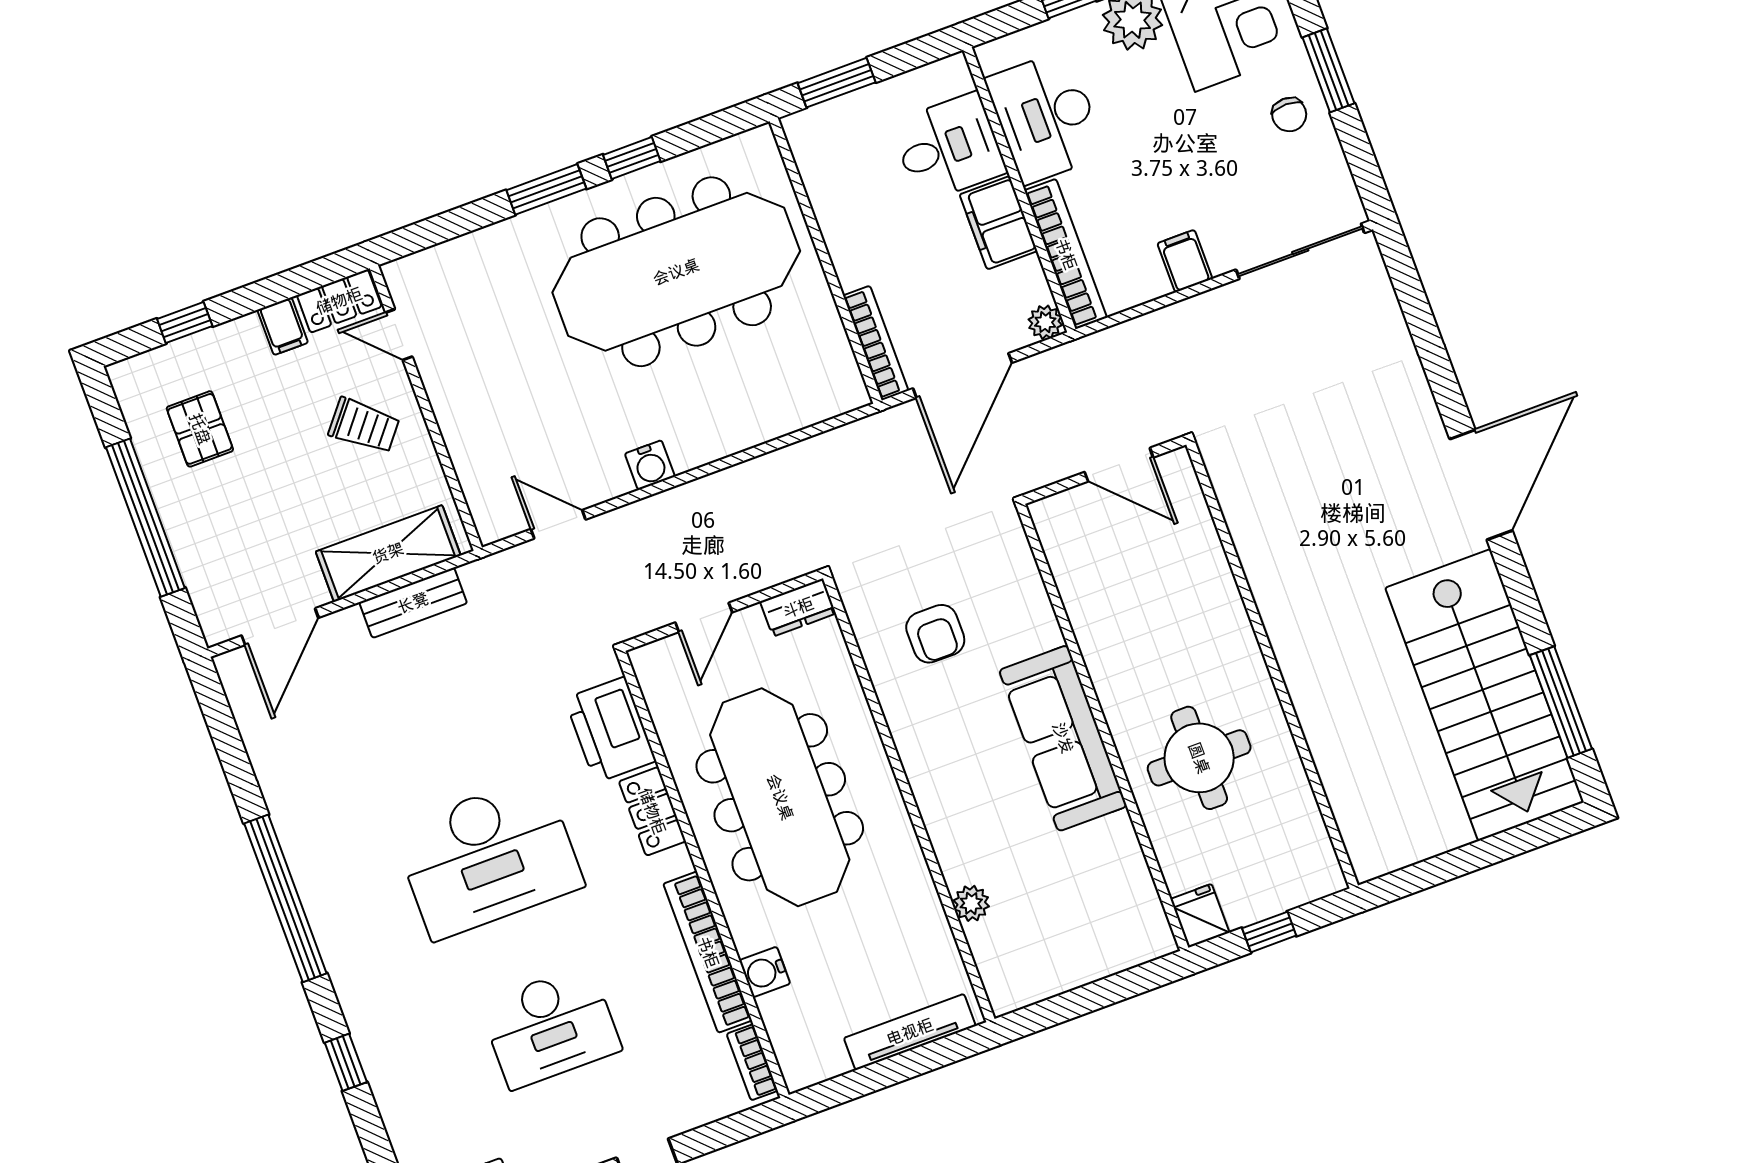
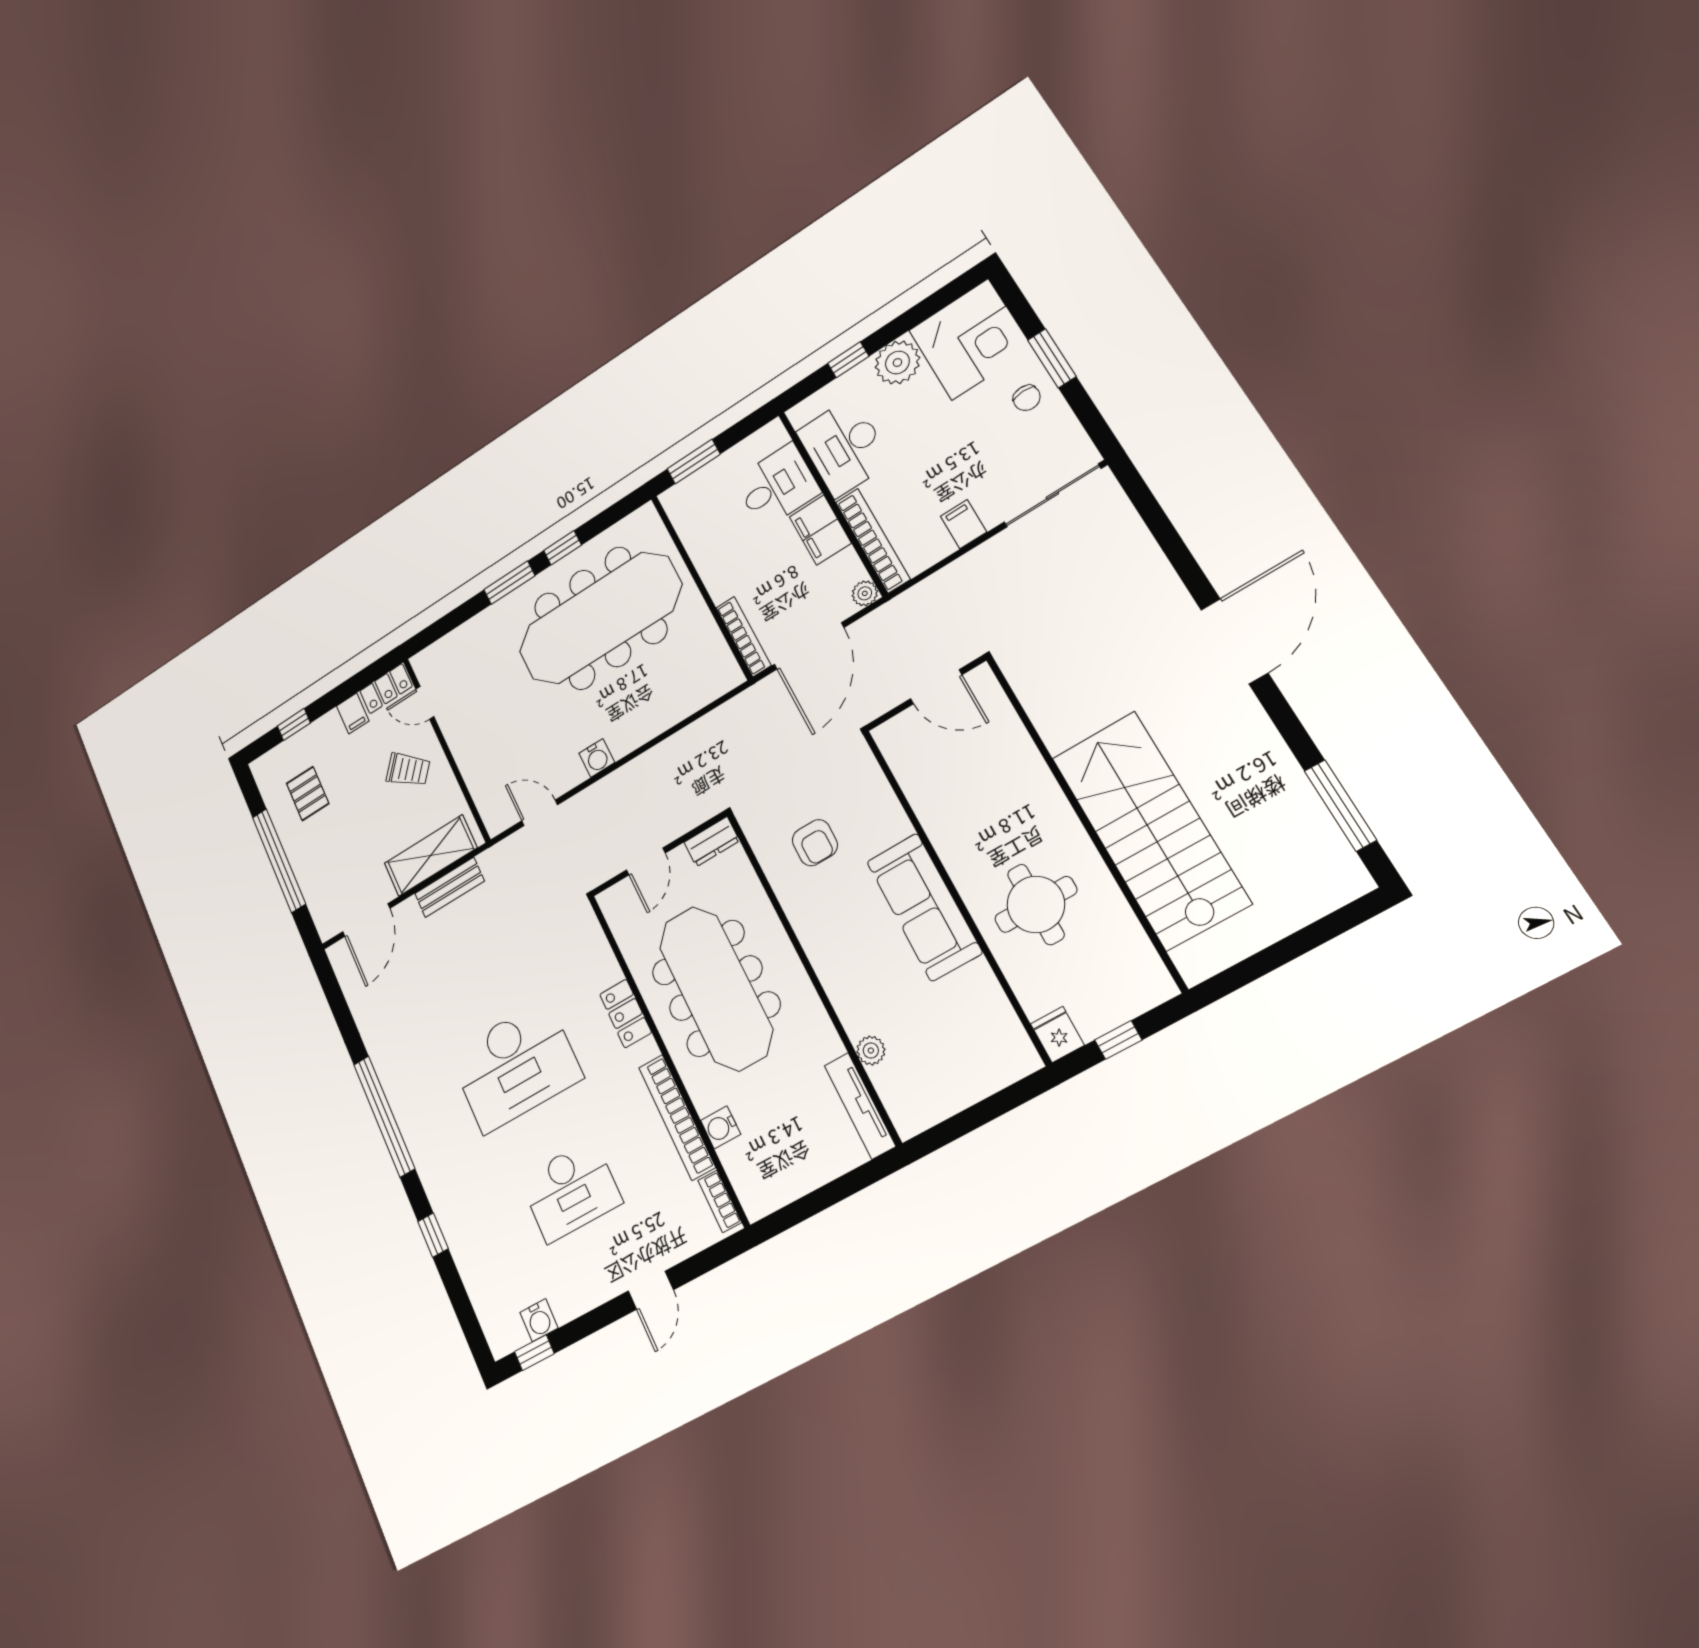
stairs: (1485, 695) -> (1150, 830), moved, turned 180
printer: (610, 730) -> (590, 957), removed
tv unit: (910, 1032) -> (860, 1106), moved, turned -90

